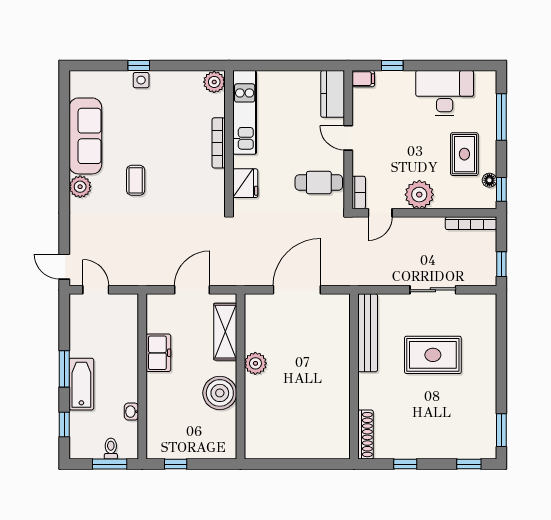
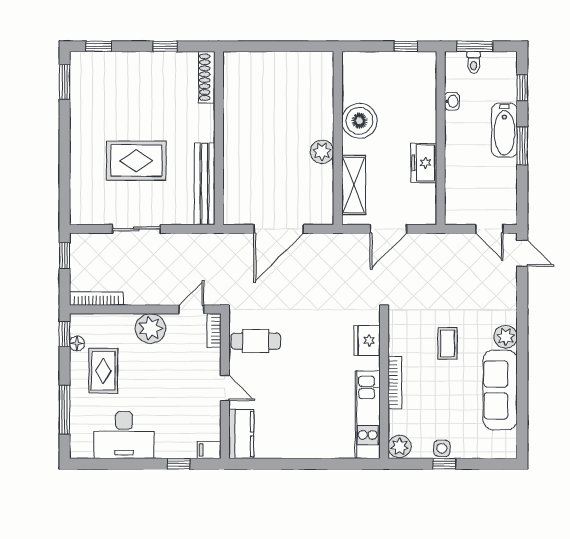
plant: (214, 82) -> (400, 446), moved
kitchen unit: (245, 112) -> (368, 415), moved
wall: (229, 140) -> (384, 386), moved
bookcase: (219, 143) -> (395, 383), moved
fridge: (245, 183) -> (367, 340), moved

